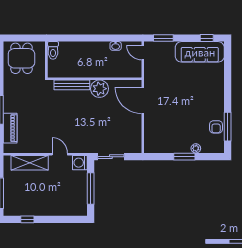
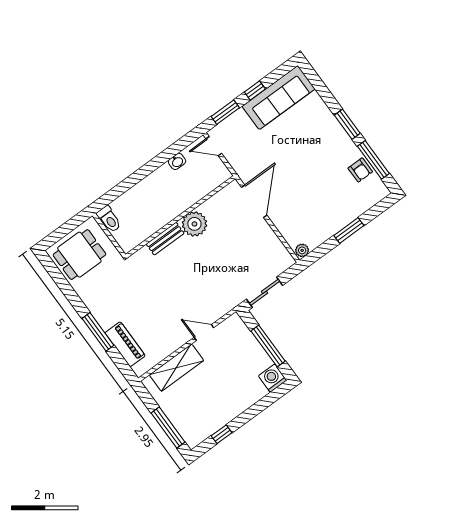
window: (207, 38) -> (255, 90), moved
dining table: (21, 58) -> (79, 255), turned 90
bench: (72, 85) -> (165, 239), width x0.73
window: (228, 96) -> (347, 124), added
door: (143, 101) -> (254, 201), swing flipped
plant: (196, 148) -> (302, 250), moved
washing machine: (80, 163) -> (273, 378), moved, turned 90

